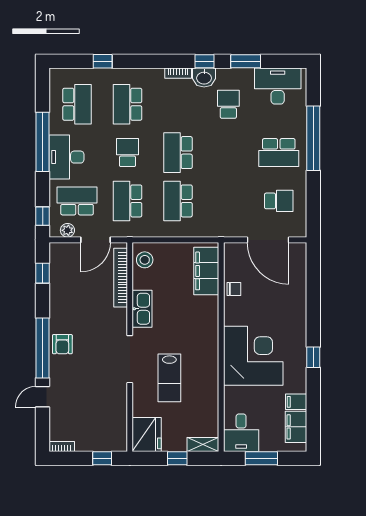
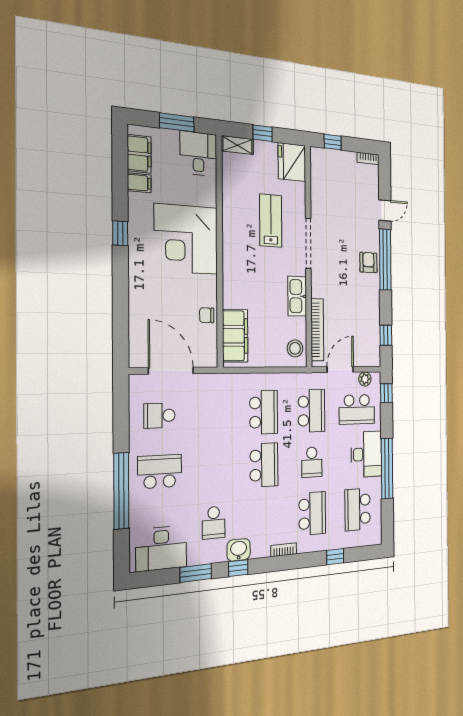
bookcase: (178, 73) -> (284, 550), moved

